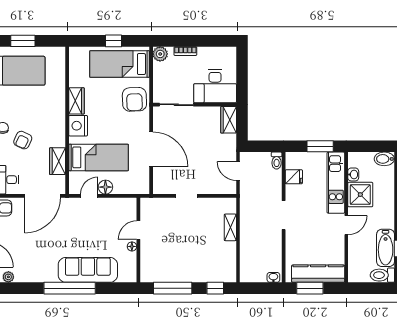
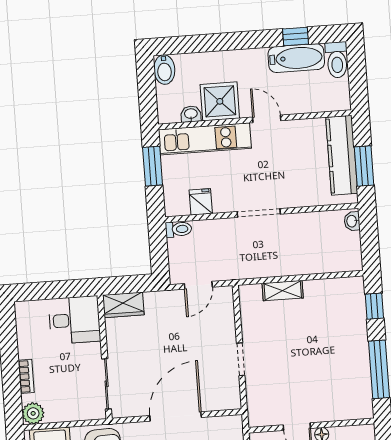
desk: (215, 86) -> (74, 320), width x0.73

